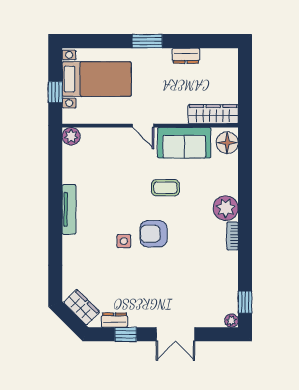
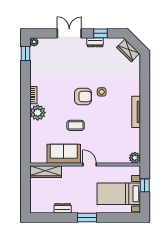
floor lamp: (227, 143) -> (37, 154), removed
dresser: (114, 320) -> (95, 42), moved

